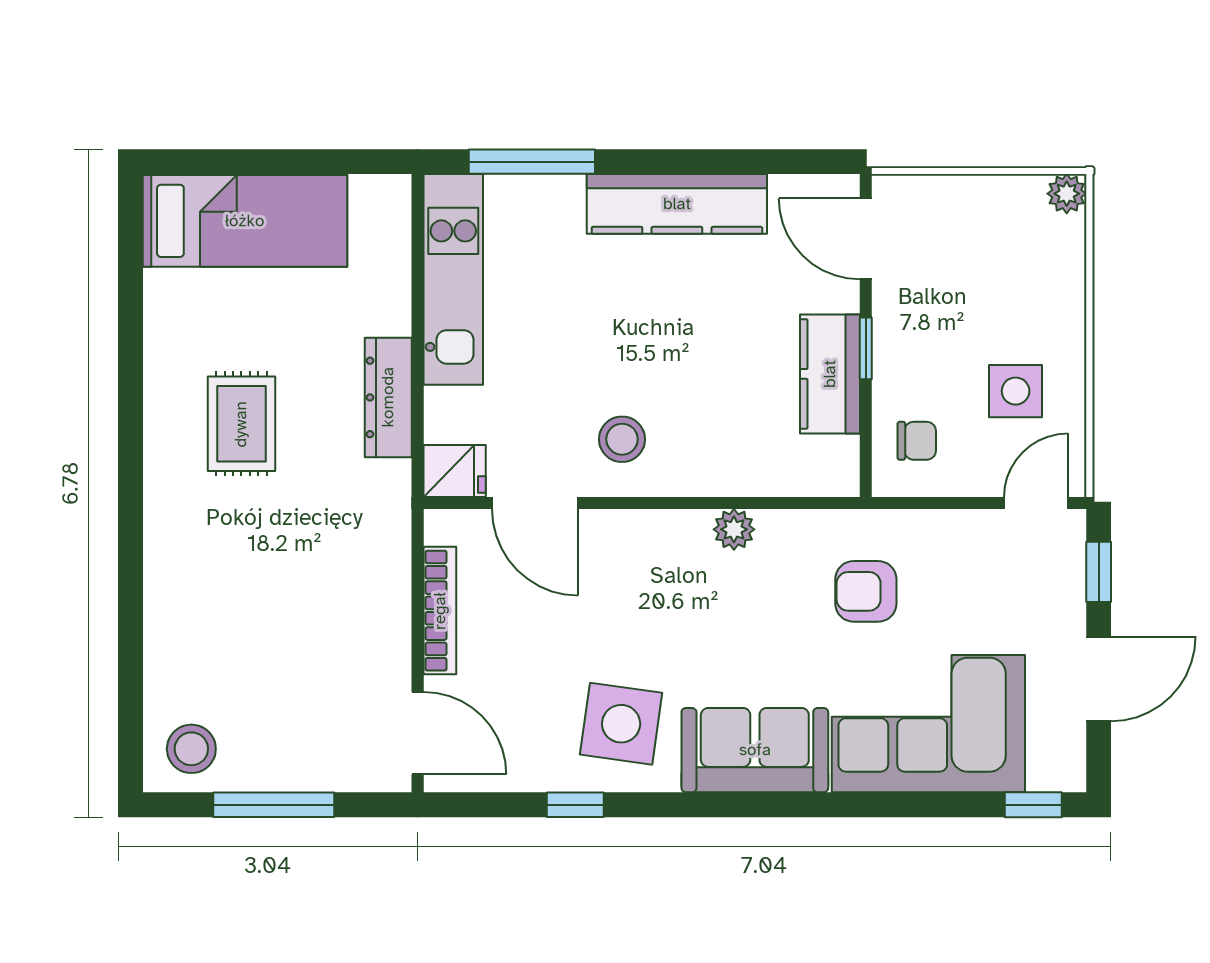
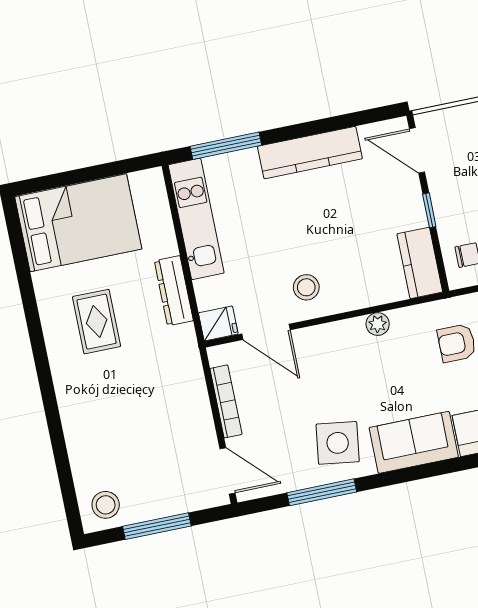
bed: (245, 221) -> (78, 223), width x1.50
kitchen counter: (830, 374) -> (420, 263), moved
window: (575, 805) -> (322, 492), width x2.17

